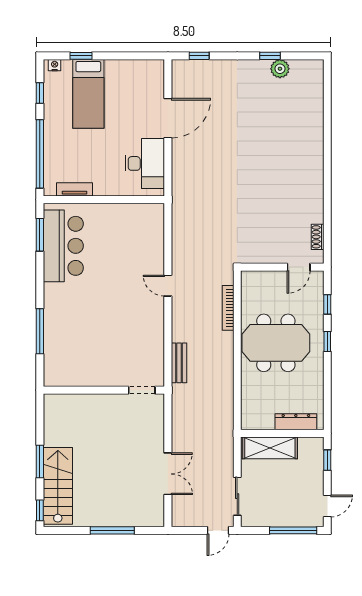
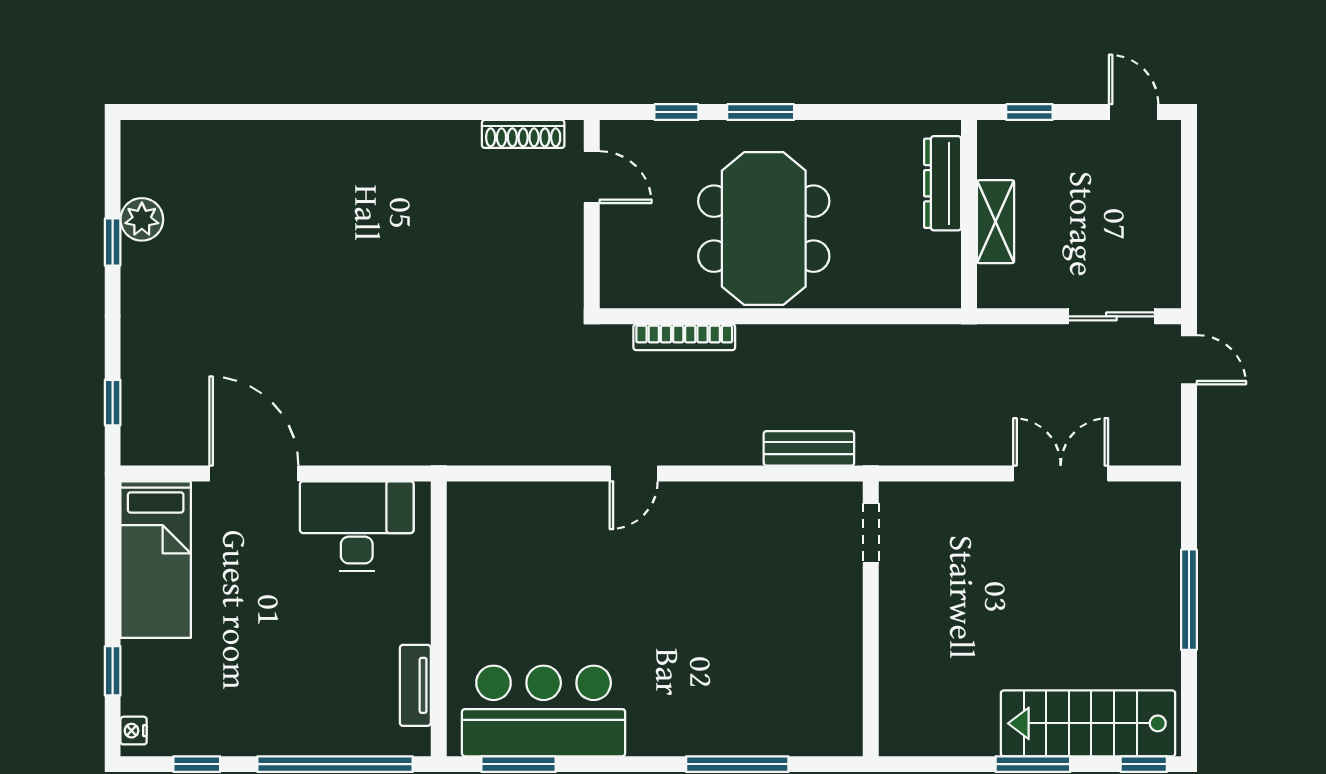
bed: (88, 94) -> (156, 560), moved, turned 90
shoe rack: (318, 237) -> (523, 134), width x1.43
window: (327, 342) -> (761, 112), width x1.50
shelving: (270, 448) -> (995, 222), width x0.67, depth x0.75
window: (293, 530) -> (1189, 189), removed

